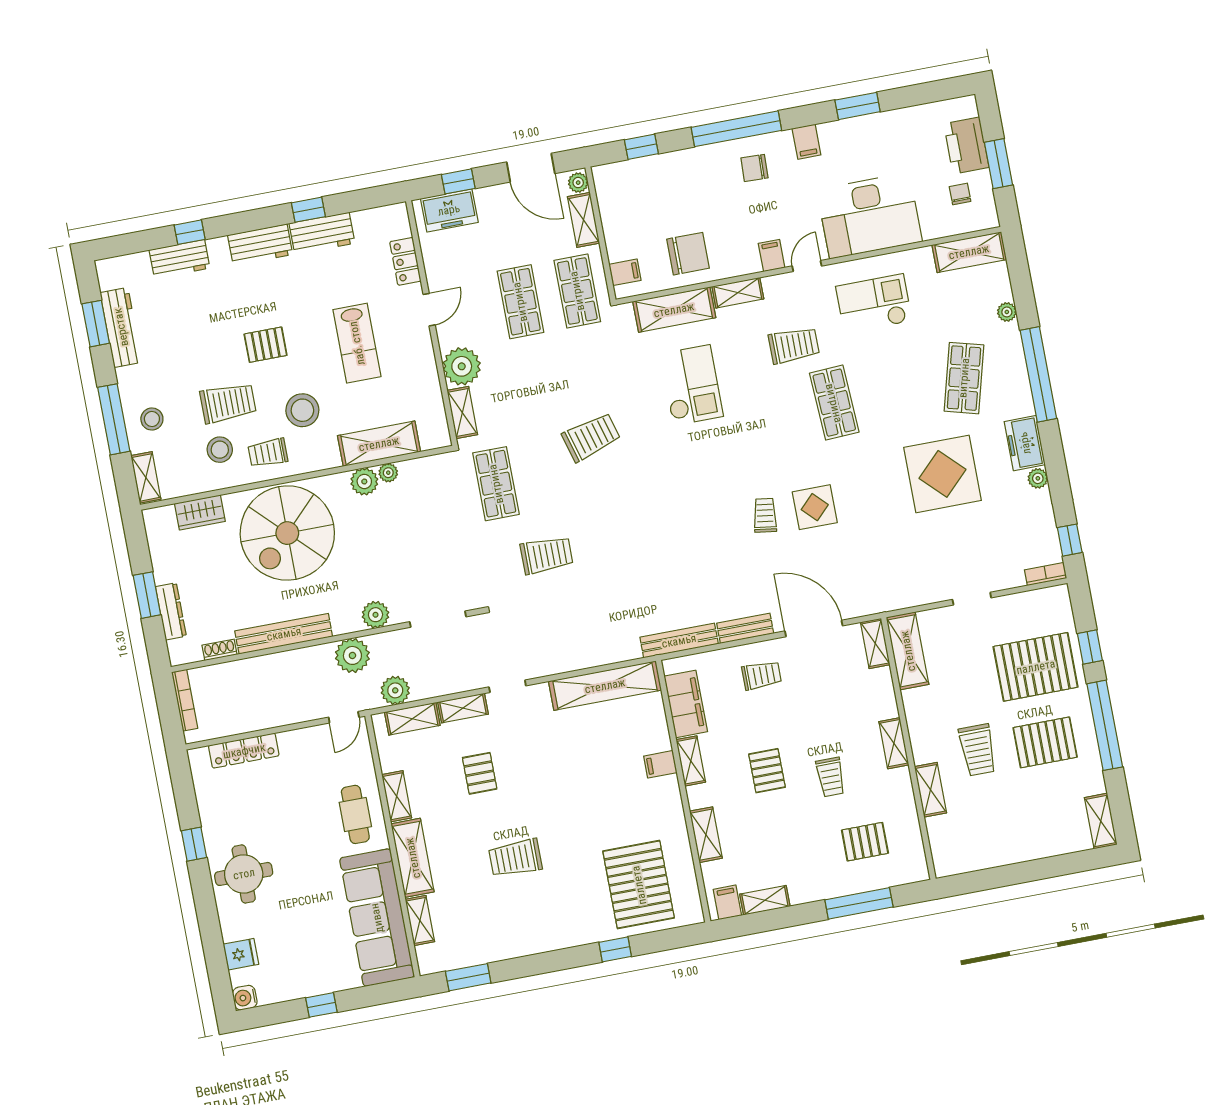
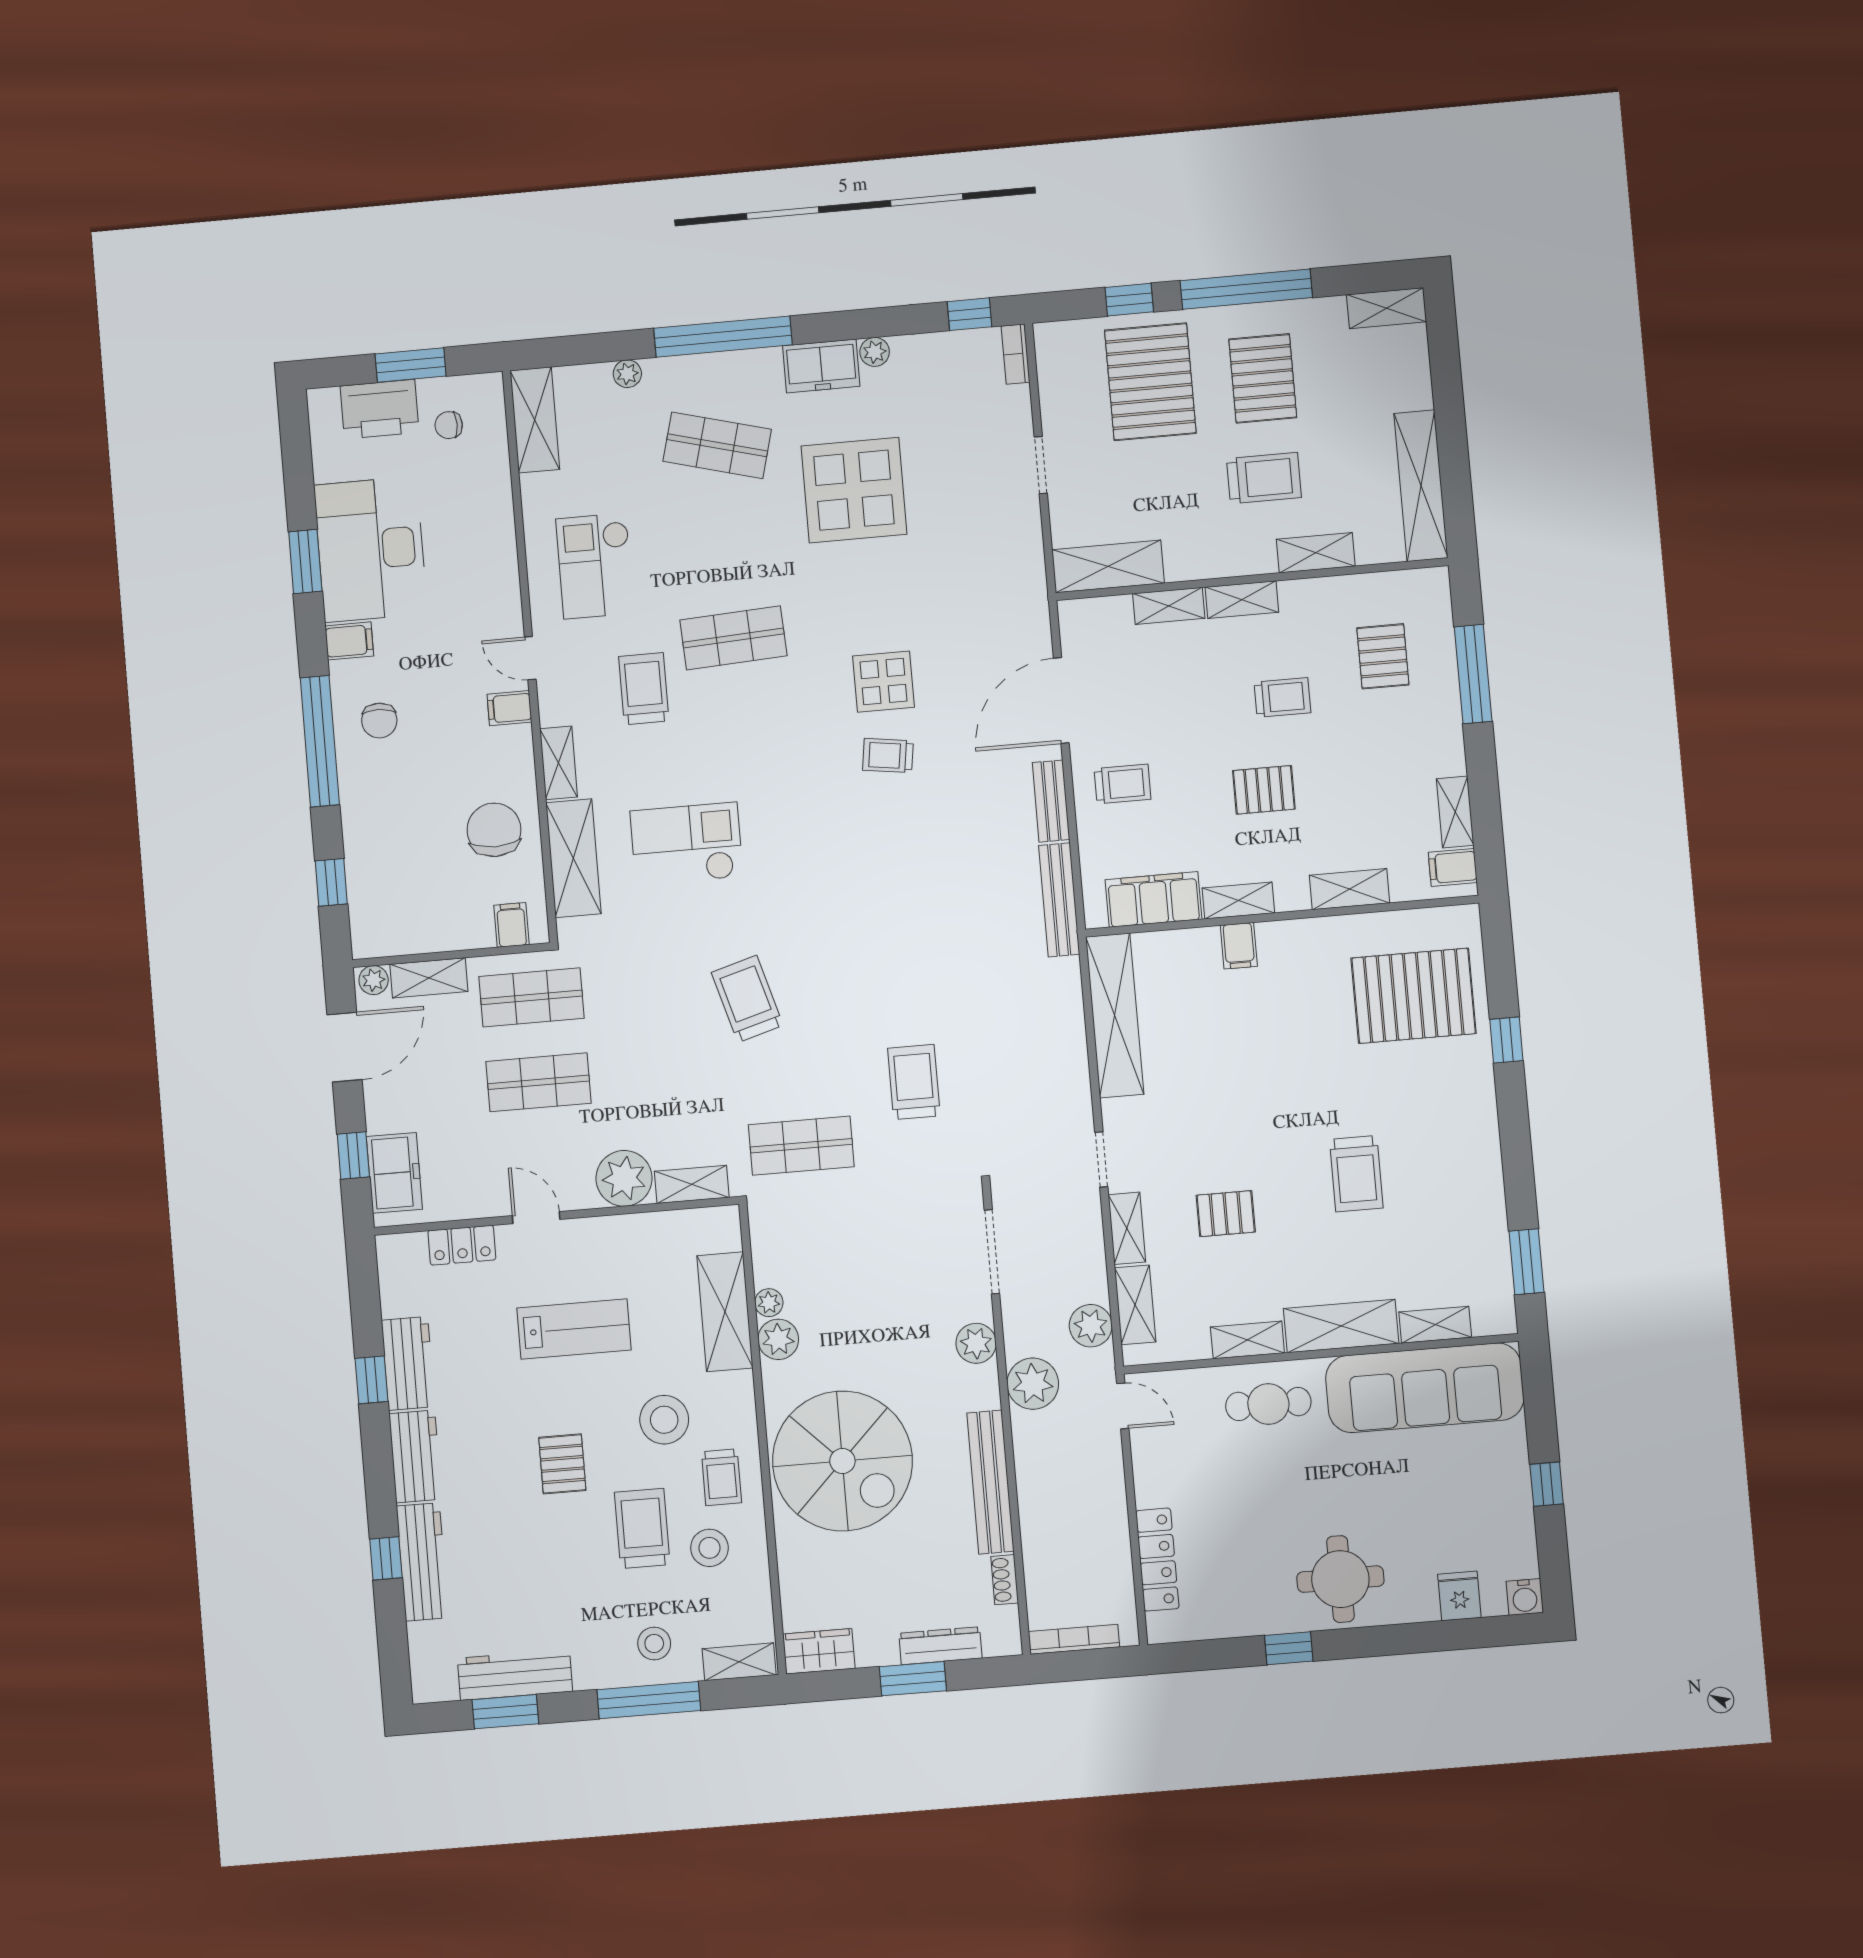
desk: (870, 216) -> (371, 549), moved, turned 180
workbench: (180, 259) -> (422, 1562), width x1.38
wardrobe: (200, 512) -> (819, 1651), moved, turned -90
shelving: (875, 643) -> (1169, 606), moved
trolley: (762, 675) -> (1123, 784), turned 90
shelving: (983, 856) -> (1421, 486), added

